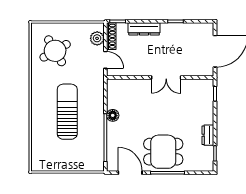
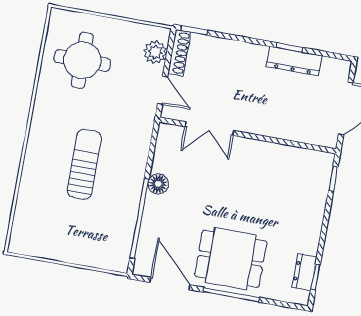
dresser: (144, 29) -> (294, 61), moved
round table: (55, 51) -> (82, 60), turned 30
double door: (166, 77) -> (210, 129), moved
sun lounger: (67, 112) -> (84, 164), width x0.73, depth x0.75
dresser: (208, 135) -> (304, 272), moved

